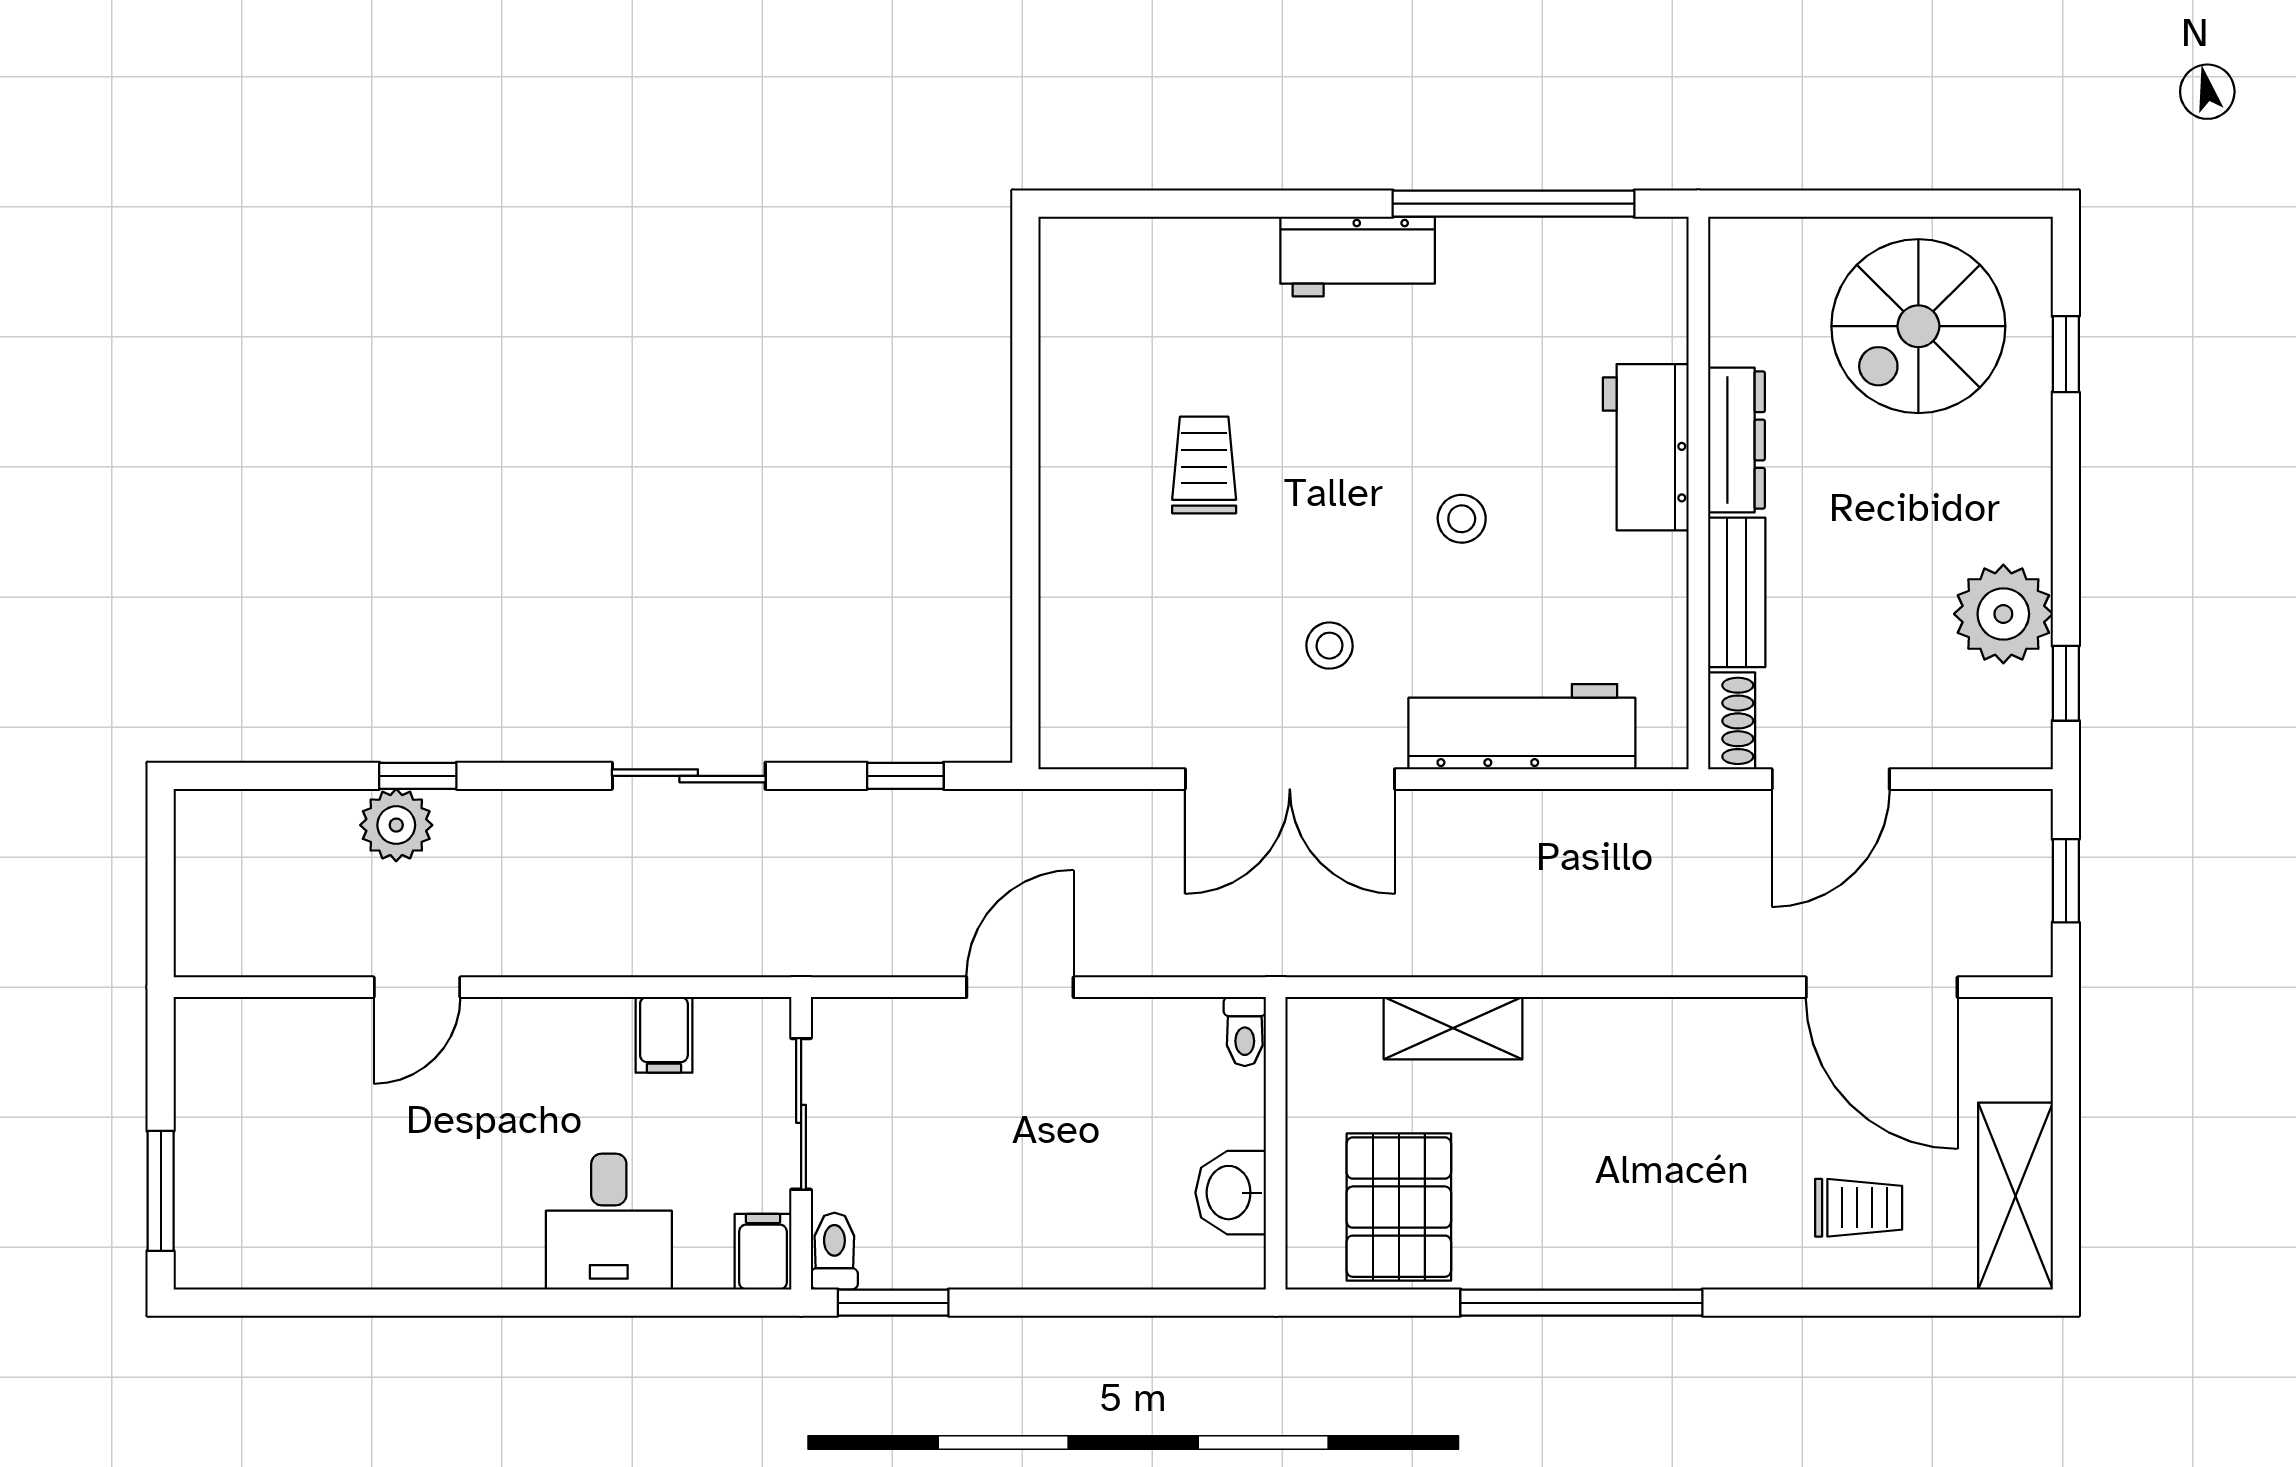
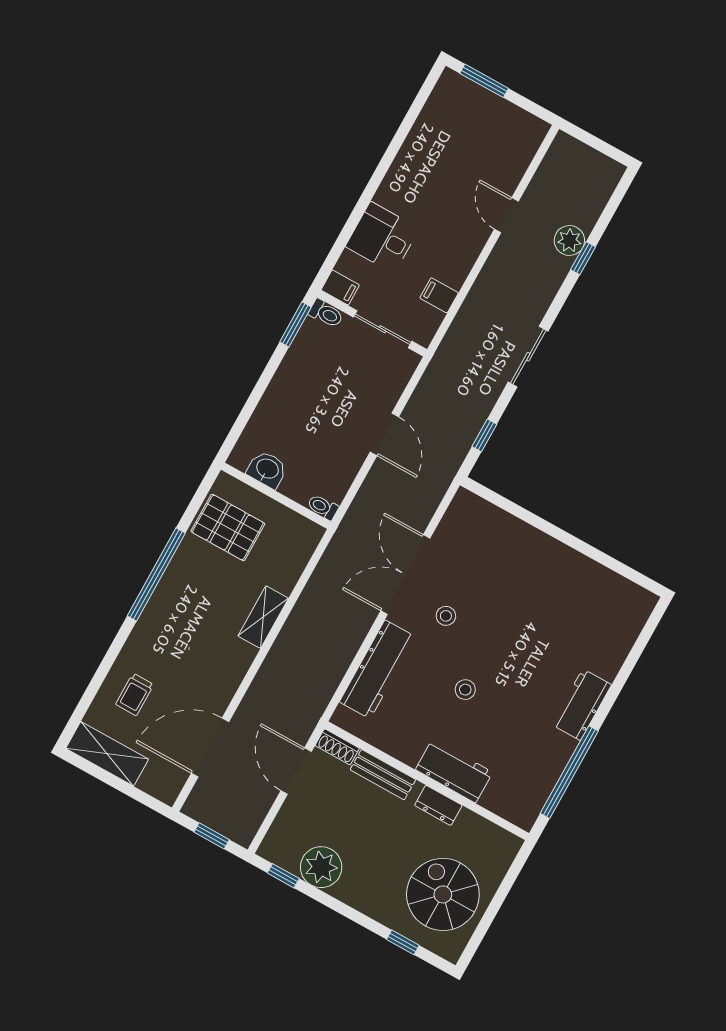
dresser: (1736, 440) -> (438, 805), width x0.70
trolley: (1204, 465) -> (537, 607), removed
shelving: (1453, 1028) -> (263, 617), moved

